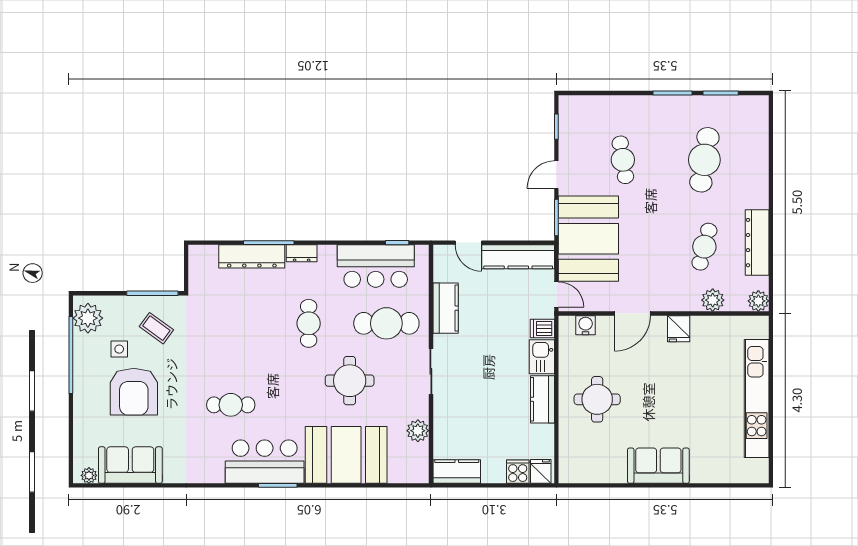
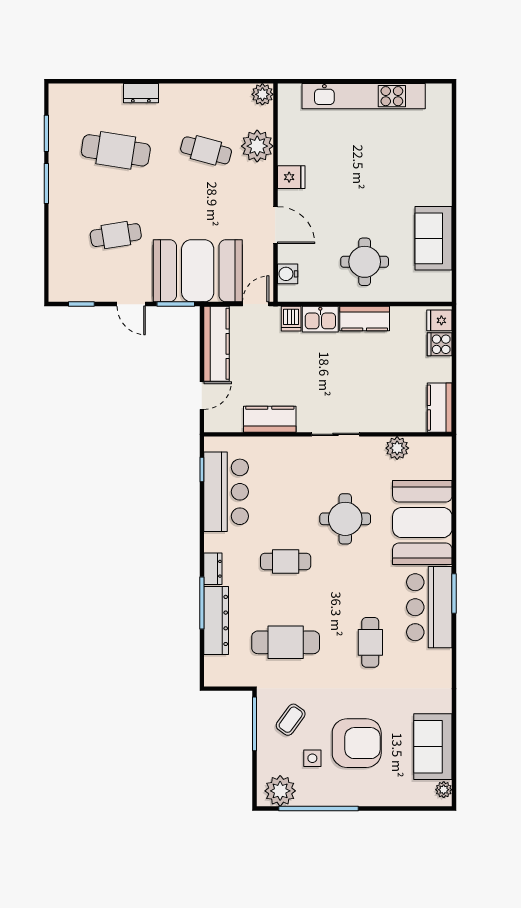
dresser: (757, 243) -> (141, 93), moved, width x0.51, depth x0.80
plant: (713, 300) -> (257, 146), width x1.36, depth x1.36
cafe table: (386, 323) -> (286, 642), moved, turned 90
sofa: (658, 466) -> (434, 238), moved

